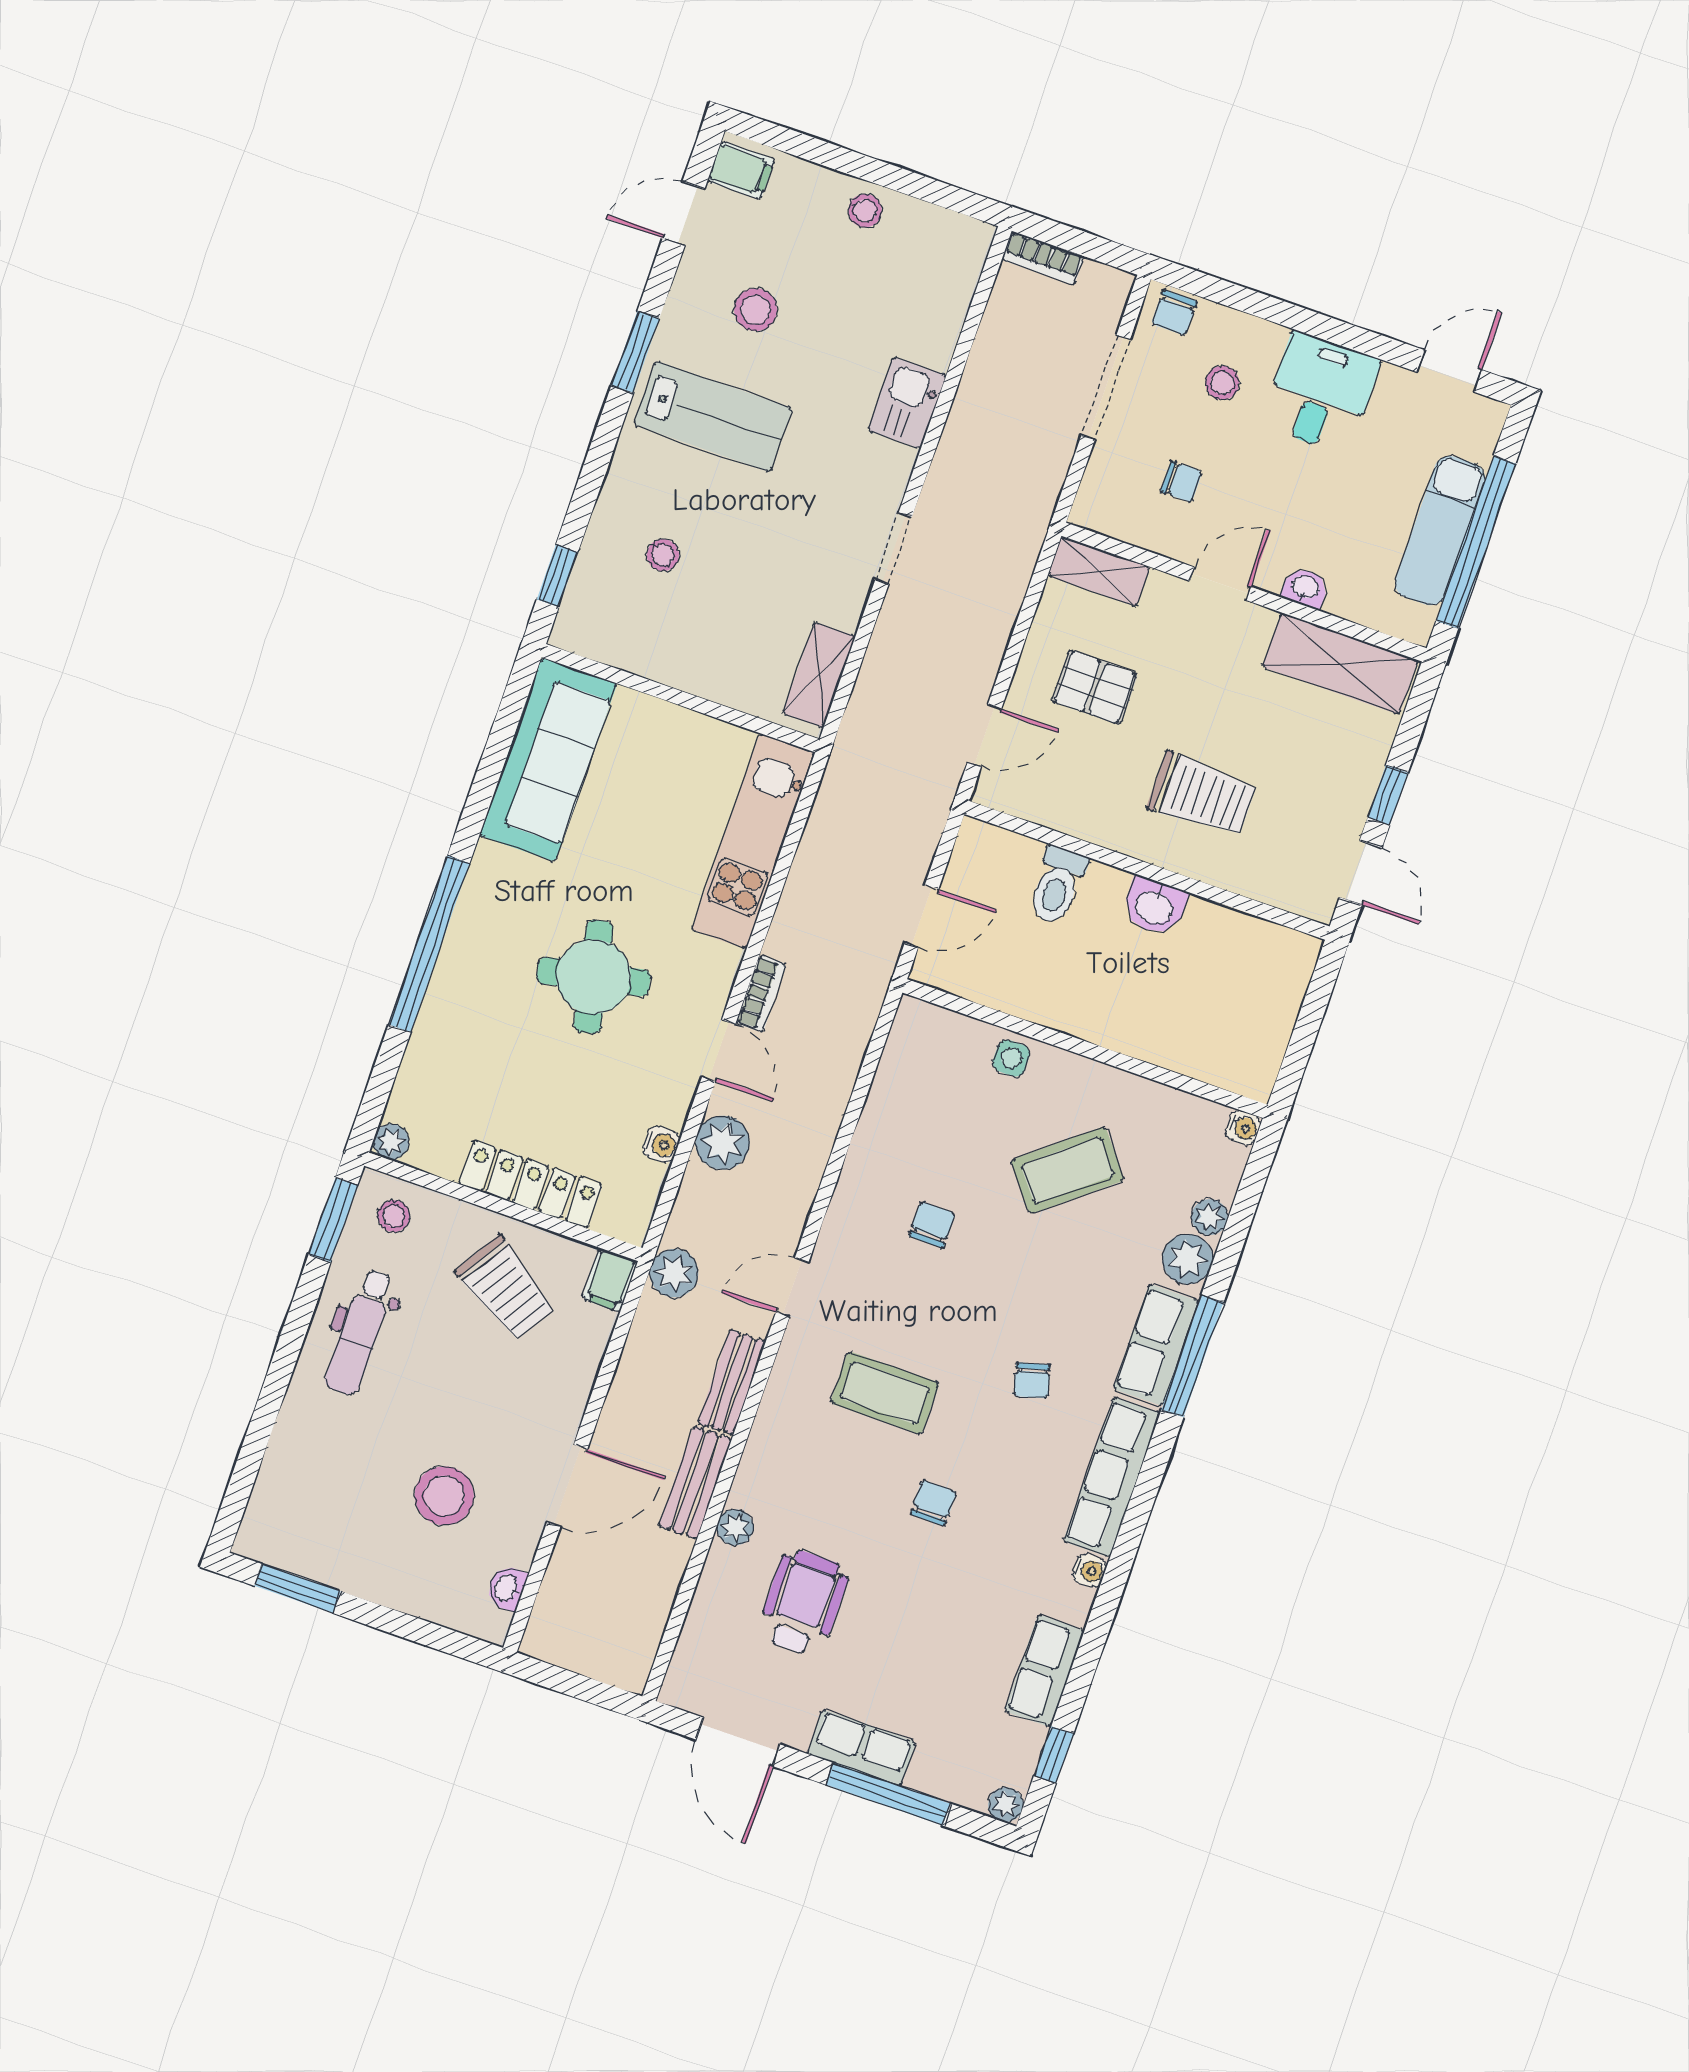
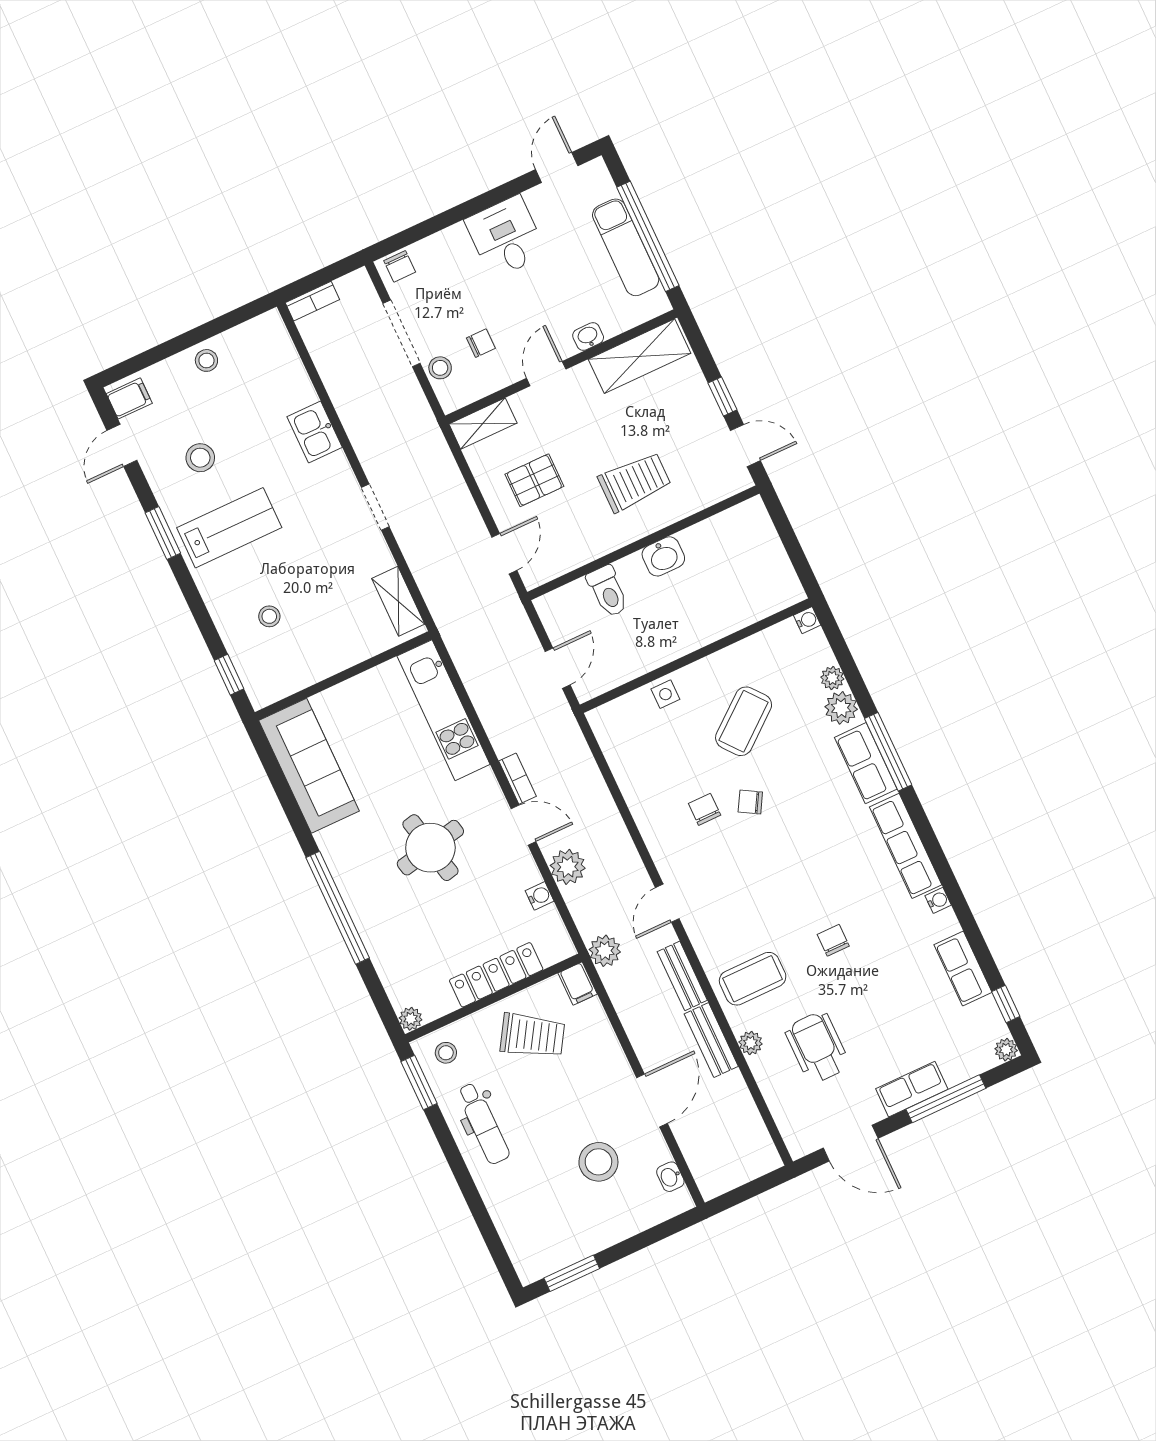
stool: (1222, 383) -> (440, 368), moved
chair: (1032, 1380) -> (750, 802), moved, turned 135
coffee table: (885, 1393) -> (753, 979), moved

